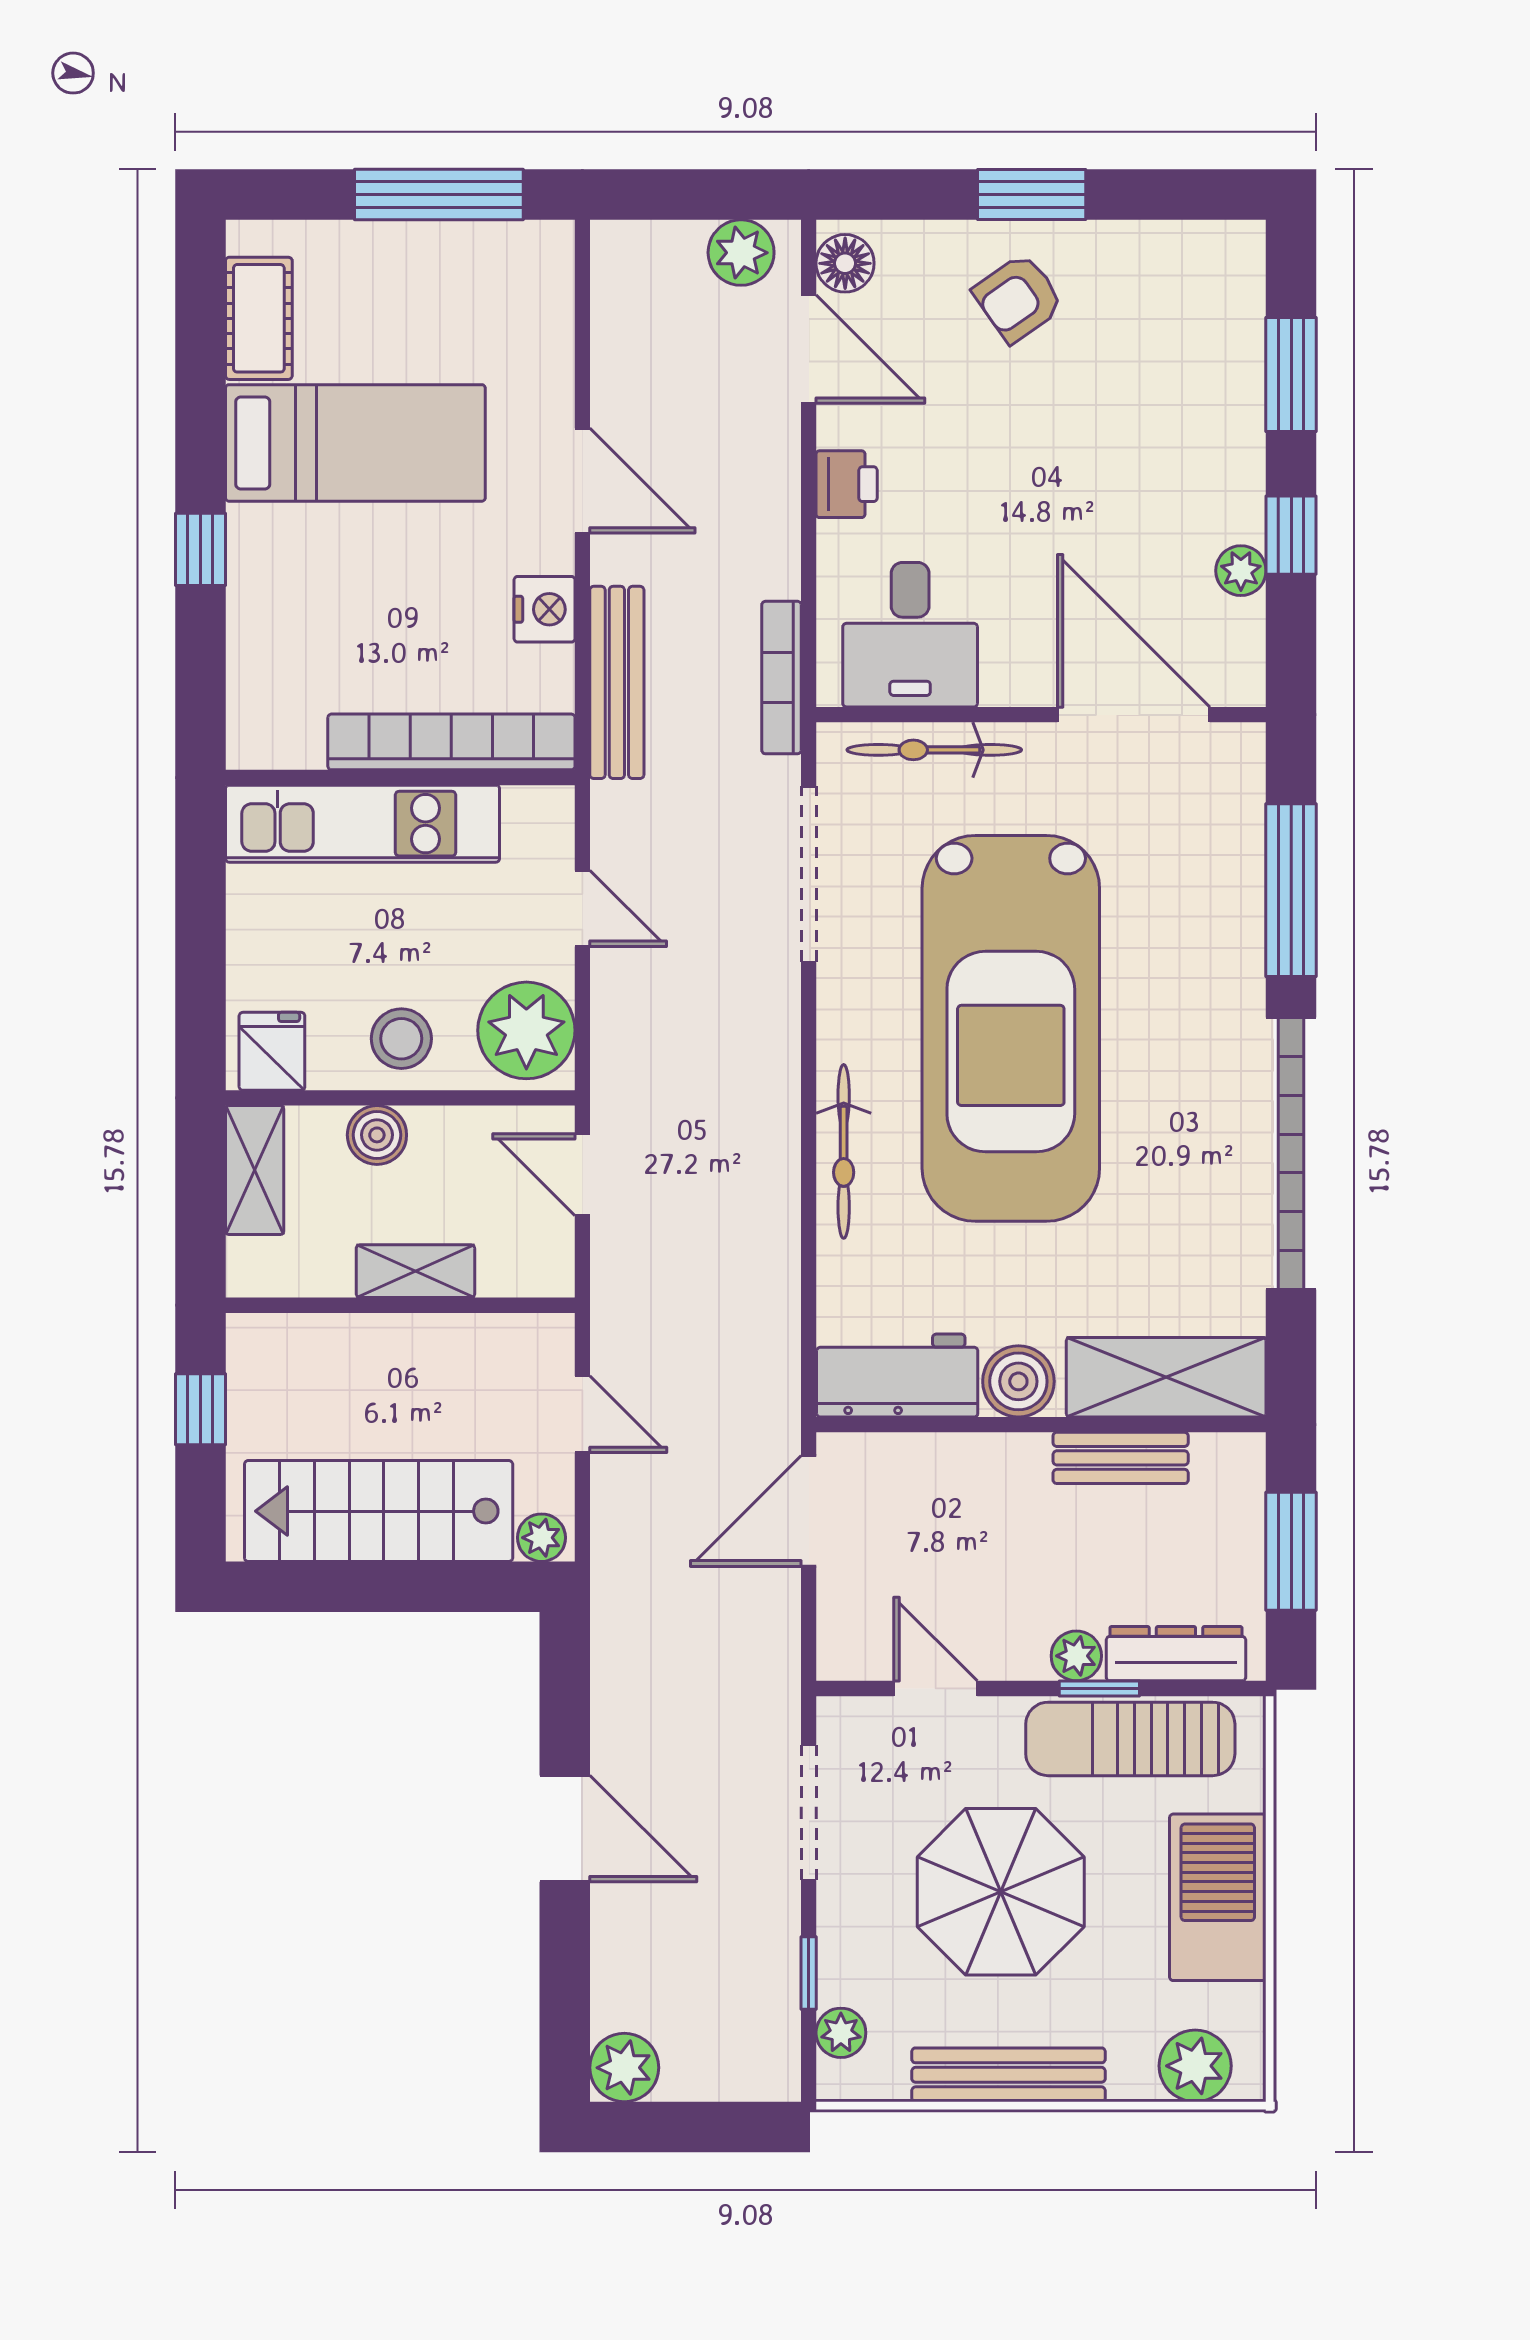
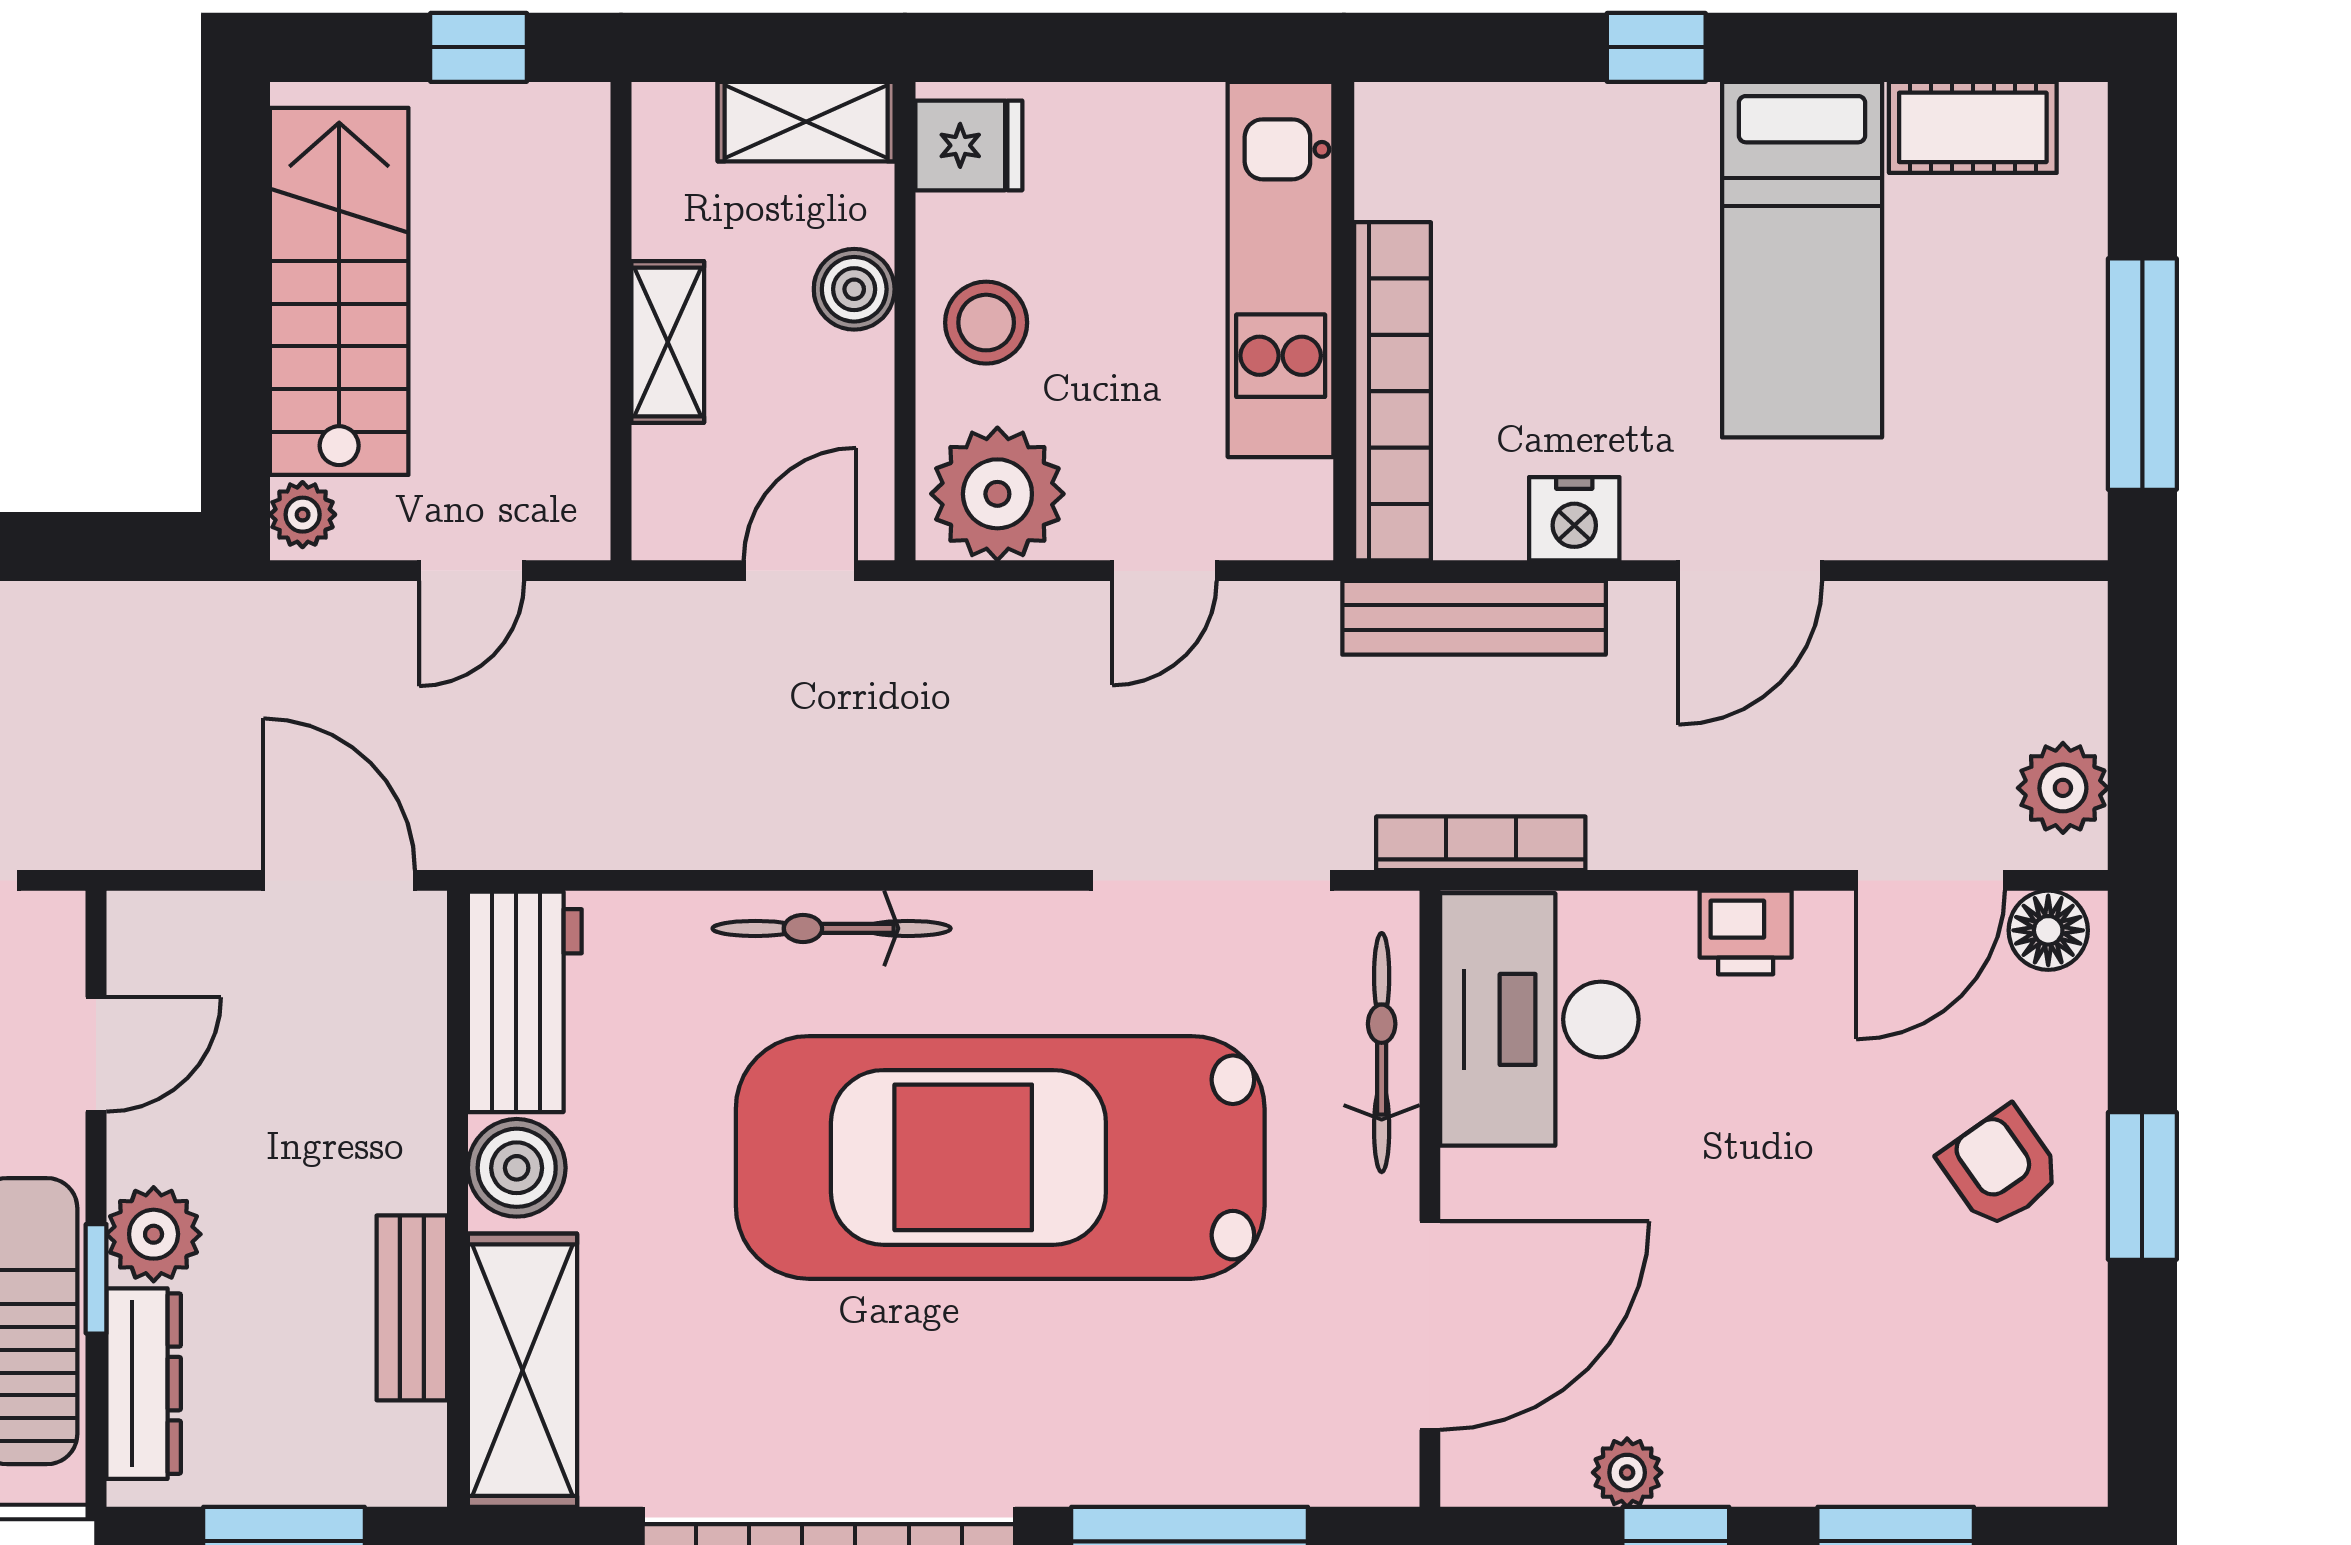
desk: (910, 635) -> (1539, 1019), width x1.37
plant: (1076, 1656) -> (154, 1234), width x1.38, depth x1.38

